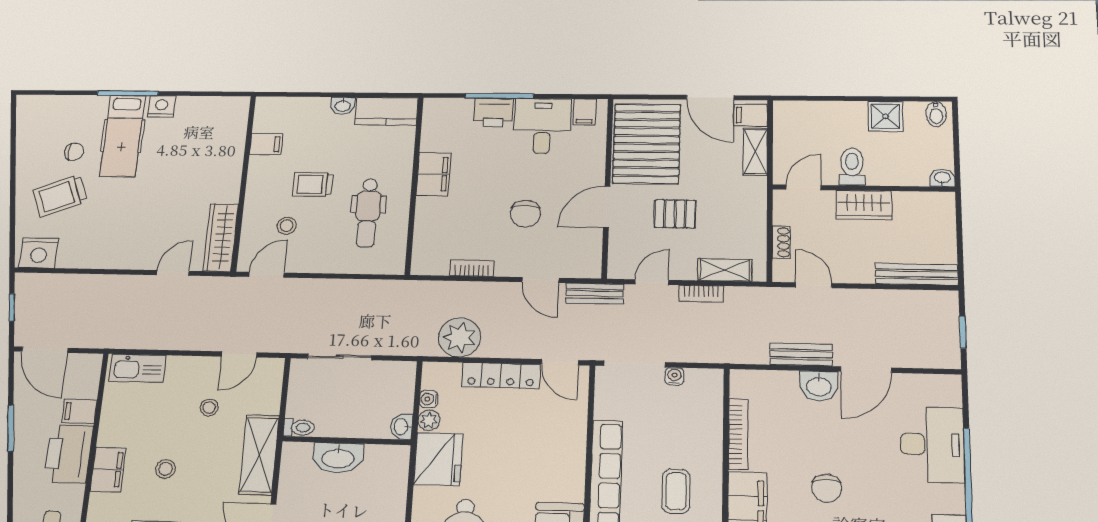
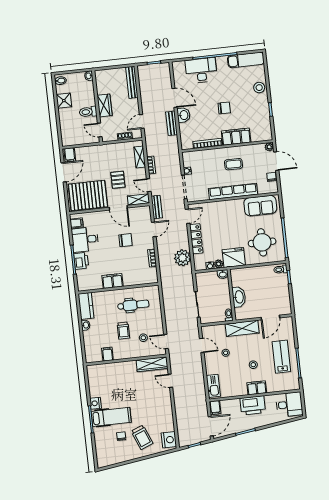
shelving: (755, 152) -> (139, 199), moved
filing cabinet: (79, 411) -> (215, 408), moved

